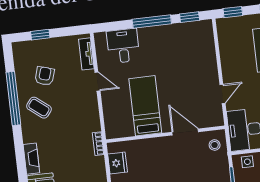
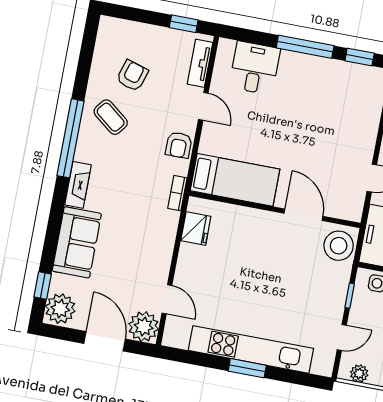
window: (40, 35) -> (184, 24), moved
window: (13, 99) -> (71, 138), moved
bed: (145, 106) -> (235, 180), moved, turned 90
armchair: (89, 112) -> (179, 145), added
stool: (215, 145) -> (339, 246), width x1.89, depth x1.89

